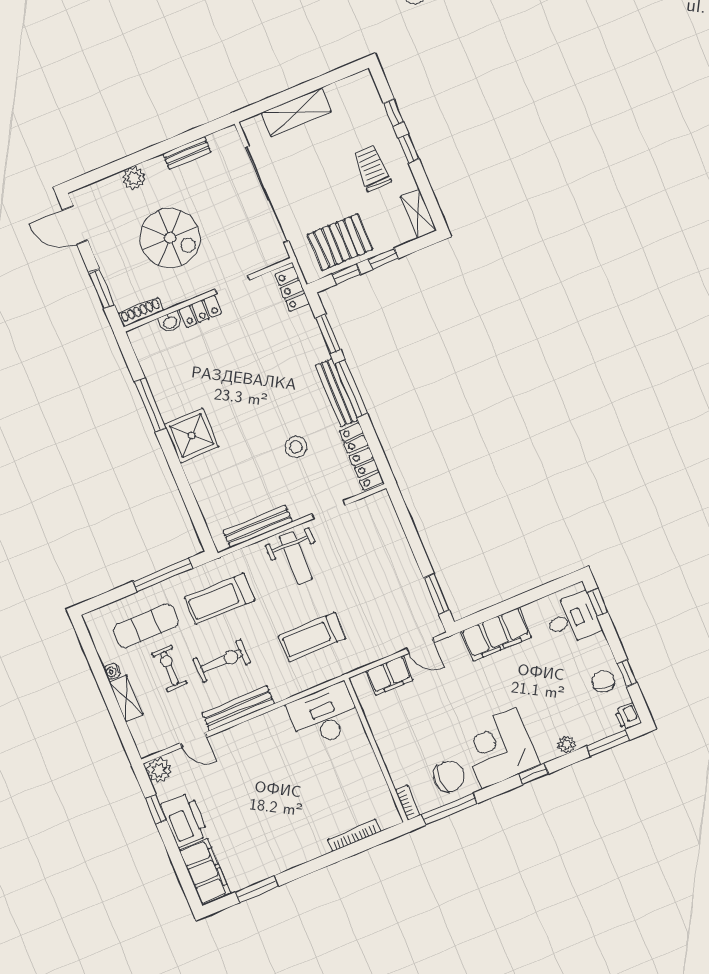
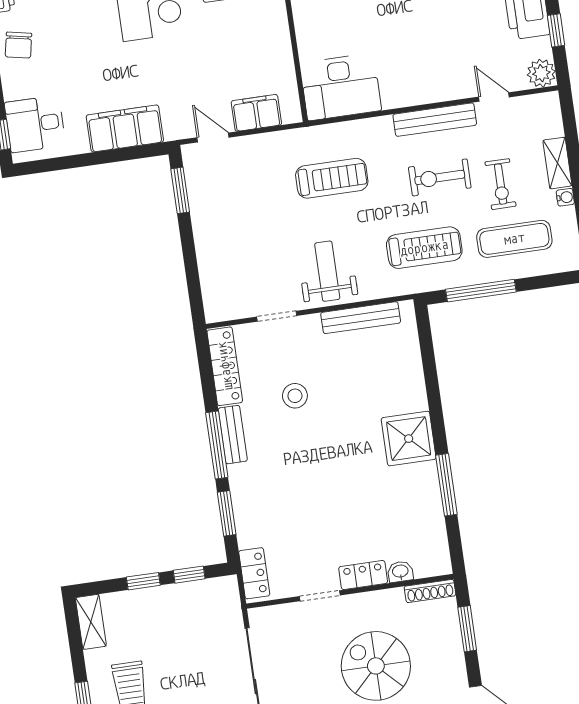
pallet: (340, 242) -> (187, 612), removed
bench: (336, 393) -> (233, 435), width x0.73

